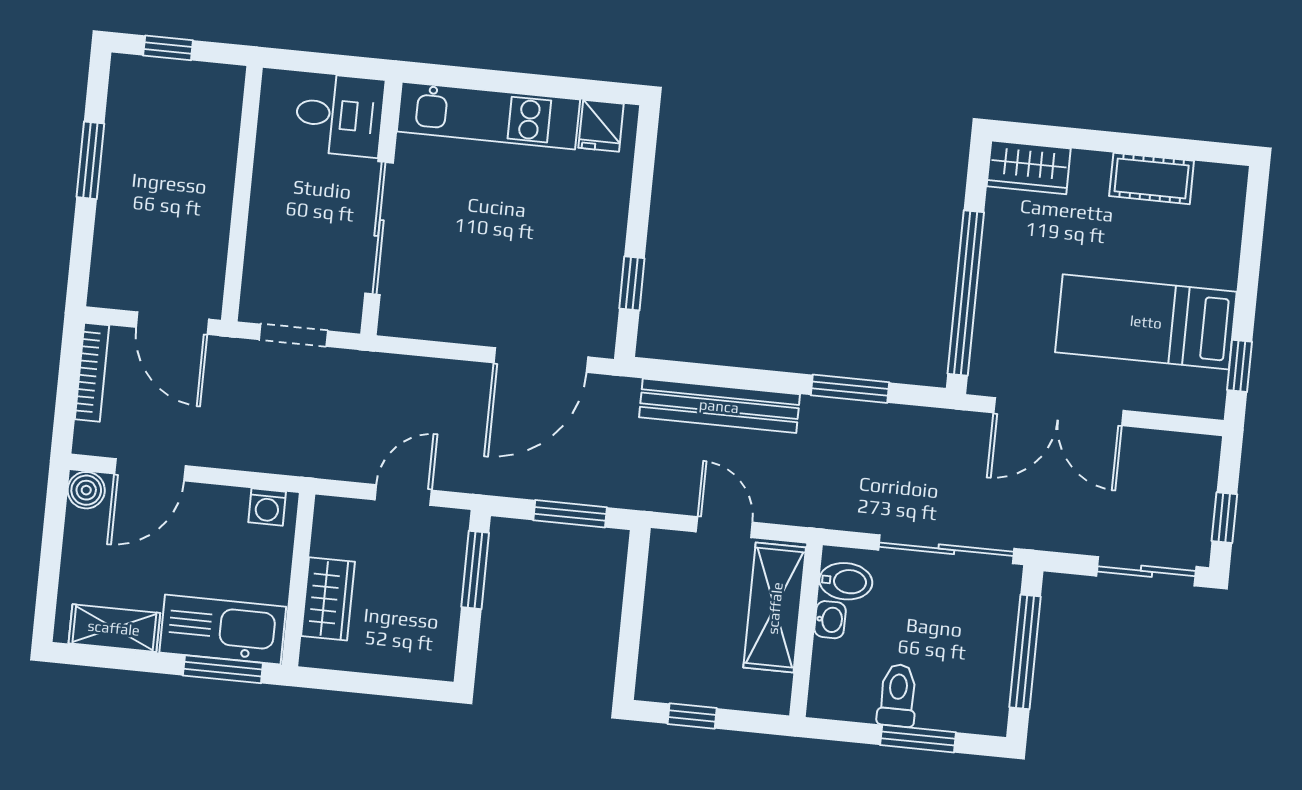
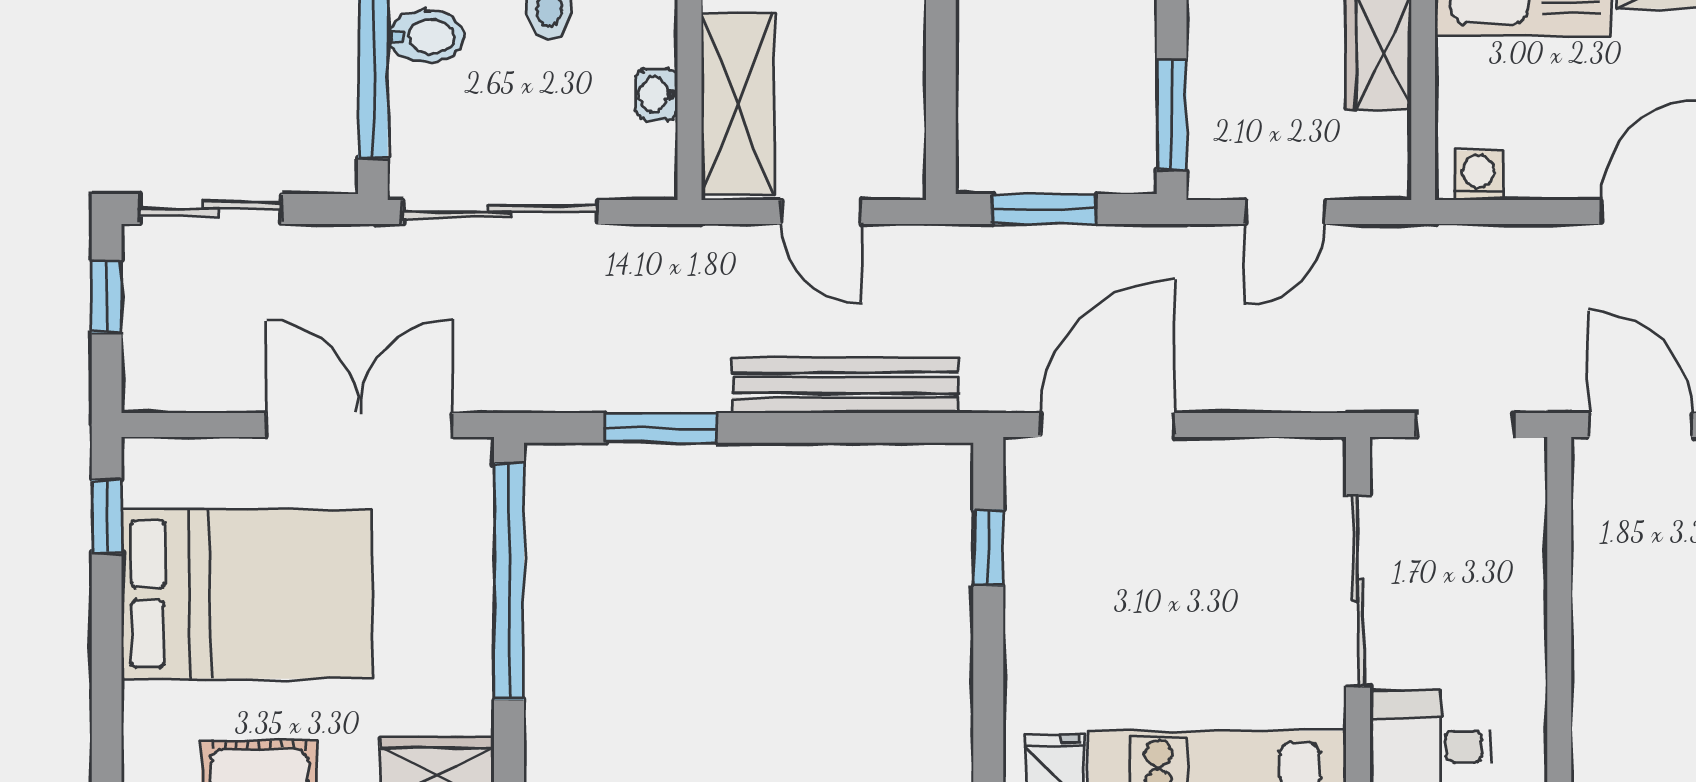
bed: (1146, 322) -> (247, 594), width x1.50
bidet: (846, 581) -> (426, 36), moved, turned 180

